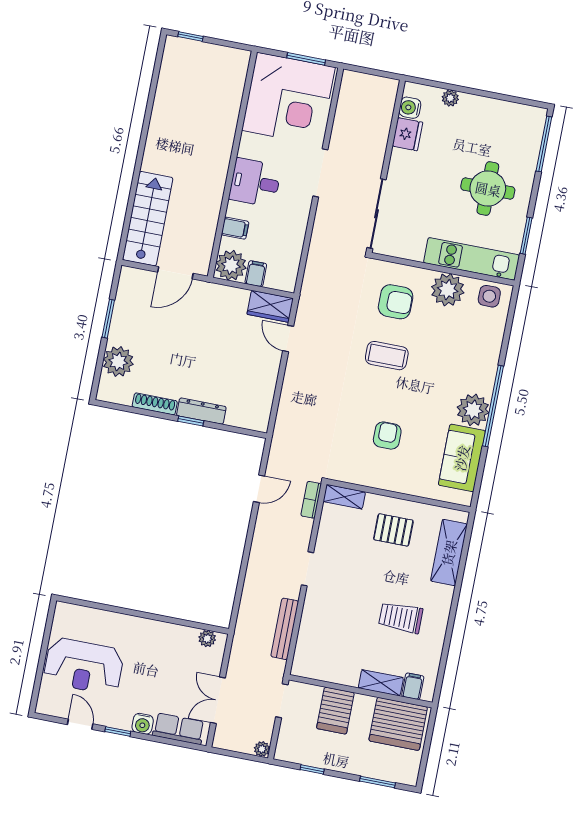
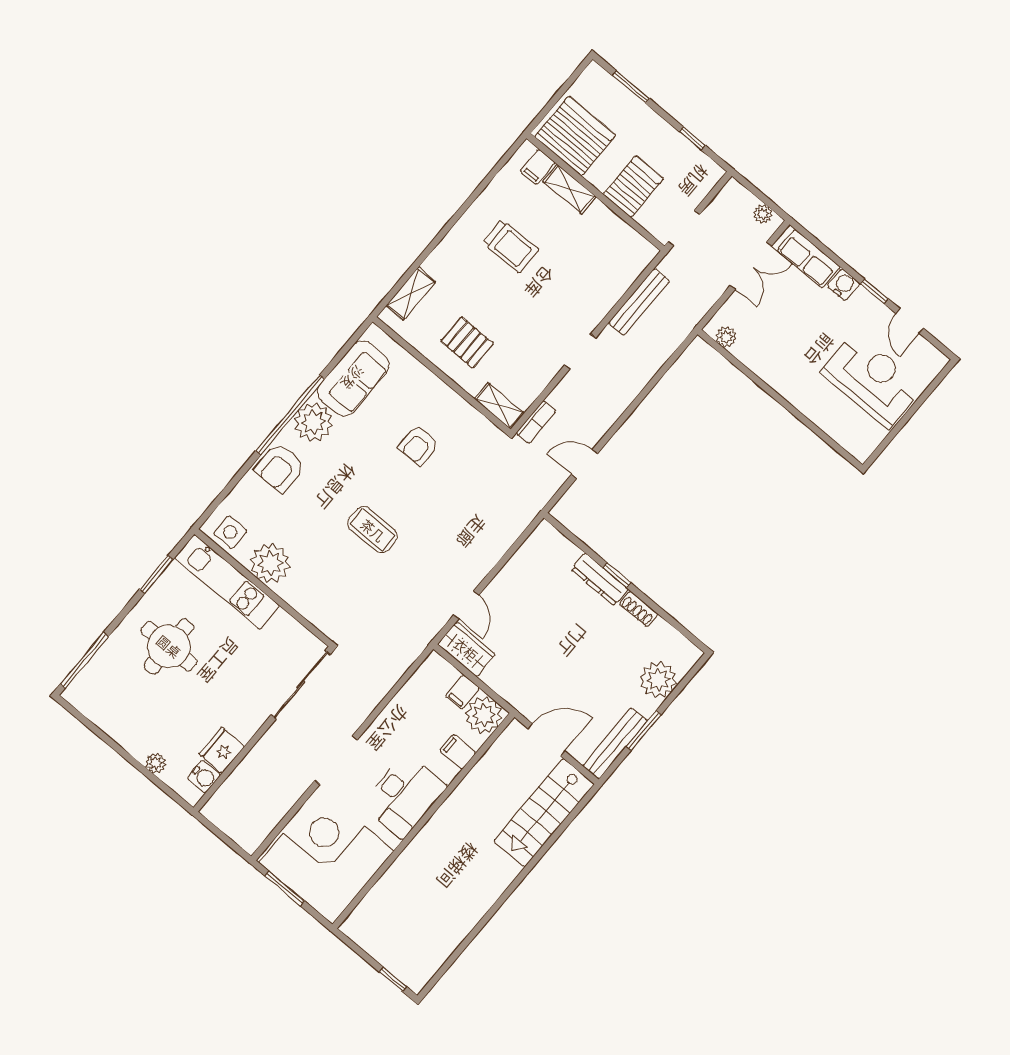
desk: (255, 183) -> (404, 796), width x1.37
bench: (124, 298) -> (615, 743), added
armchair: (396, 302) -> (280, 468), moved, turned -90
shoe rack: (155, 404) -> (639, 609), width x0.70
shelving: (449, 553) -> (411, 294), width x0.67, depth x0.75
plant: (262, 749) -> (763, 214), moved

